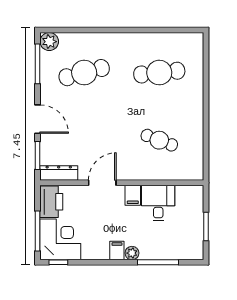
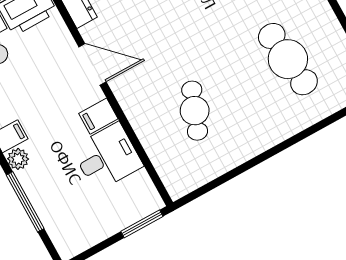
window: (206, 226) -> (142, 224), moved

